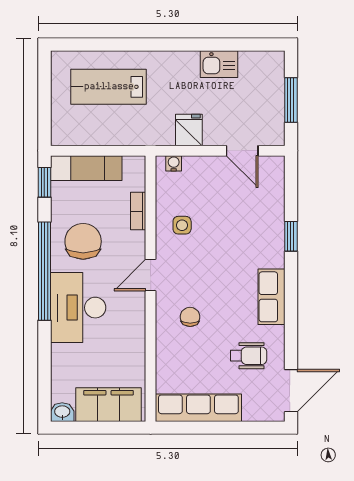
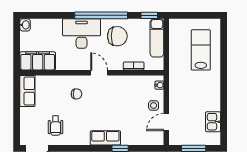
kitchen sink: (219, 64) -> (213, 122), moved
fridge: (189, 130) -> (177, 93), removed
side table: (182, 225) -> (154, 105), moved
row of seats: (271, 297) -> (105, 138), moved
filing cabinet: (109, 405) -> (38, 61), moved, turned -90
row of seats: (198, 408) -> (27, 91), width x0.68

